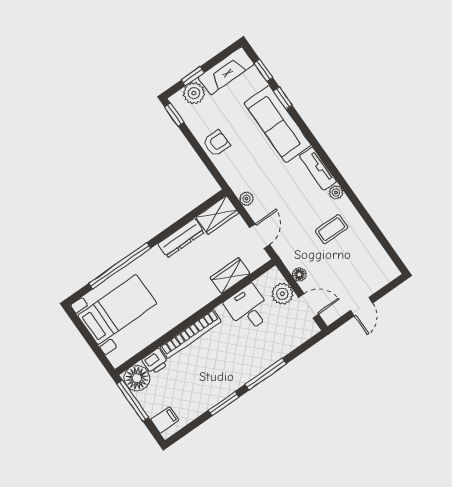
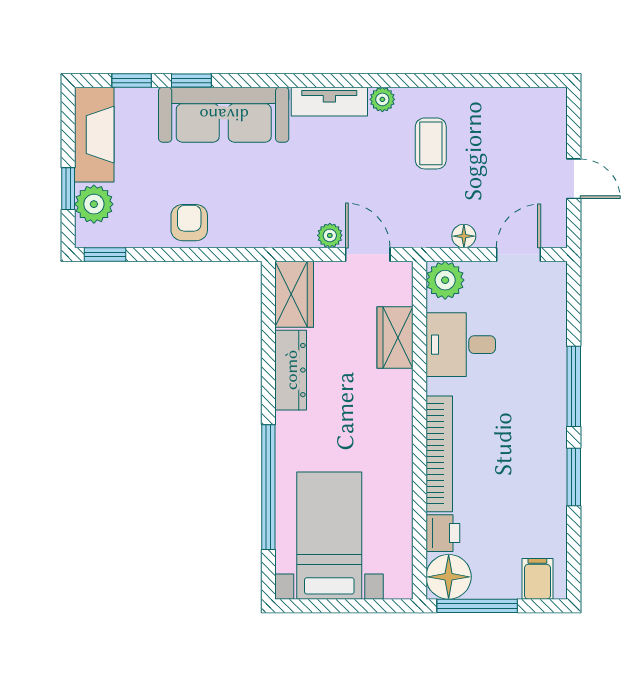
plant: (246, 199) -> (330, 235), moved
plant: (282, 294) -> (445, 280), moved

